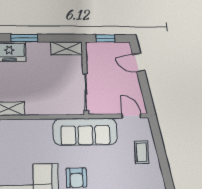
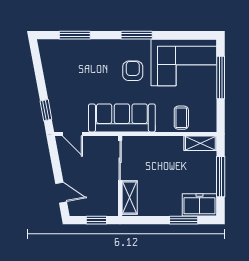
shelving: (67, 48) -> (130, 197), moved, turned 90
window: (157, 138) -> (46, 110), added
coffee table: (142, 152) -> (181, 118), moved

